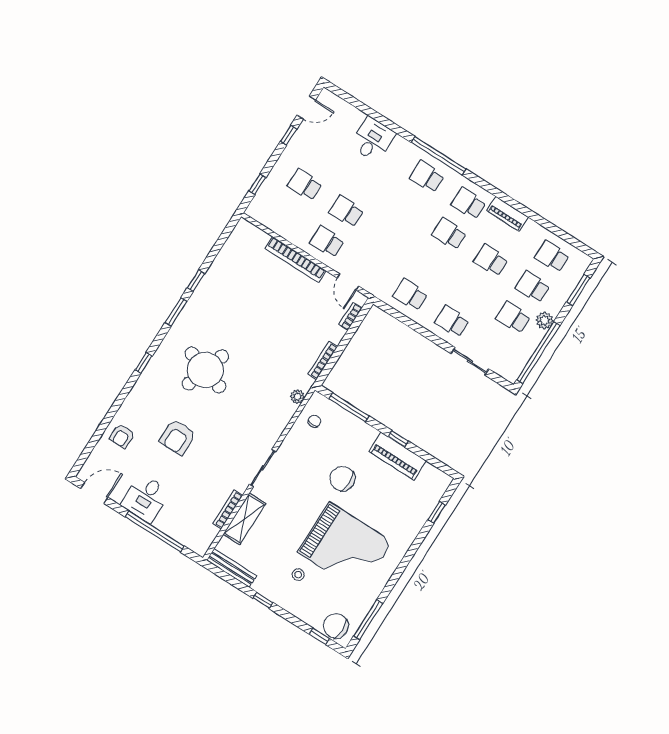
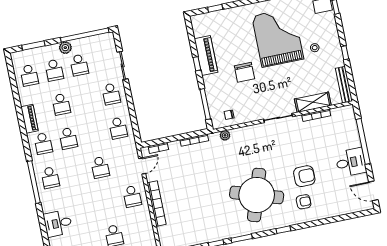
school desk: (346, 211) -> (100, 167), moved
round table: (205, 370) -> (257, 195), width x1.36, depth x1.36
armchair: (122, 436) -> (304, 202), moved

